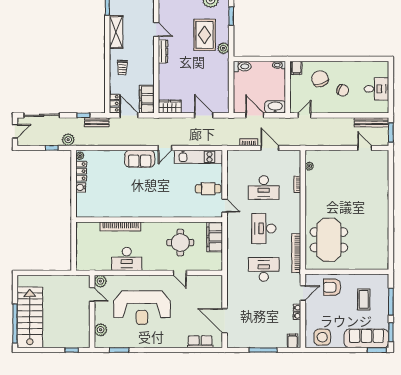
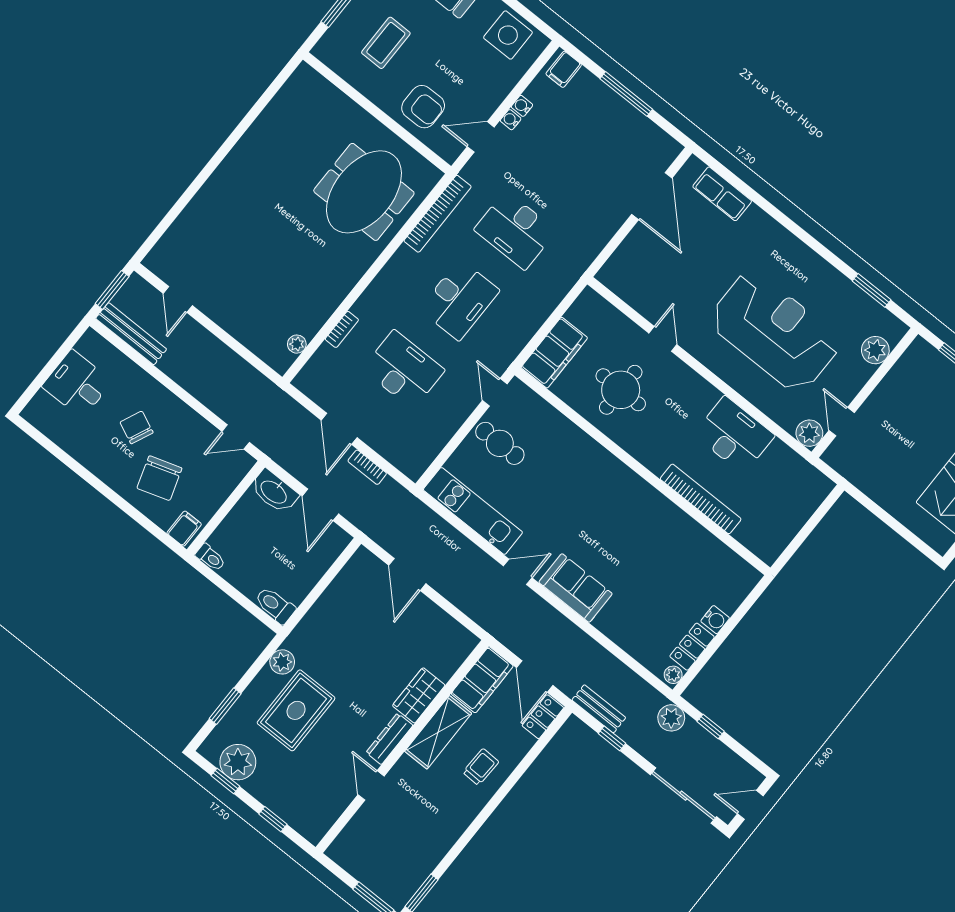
shelving: (116, 32) -> (438, 732), moved
wardrobe: (170, 107) -> (419, 695), moved, turned 90

